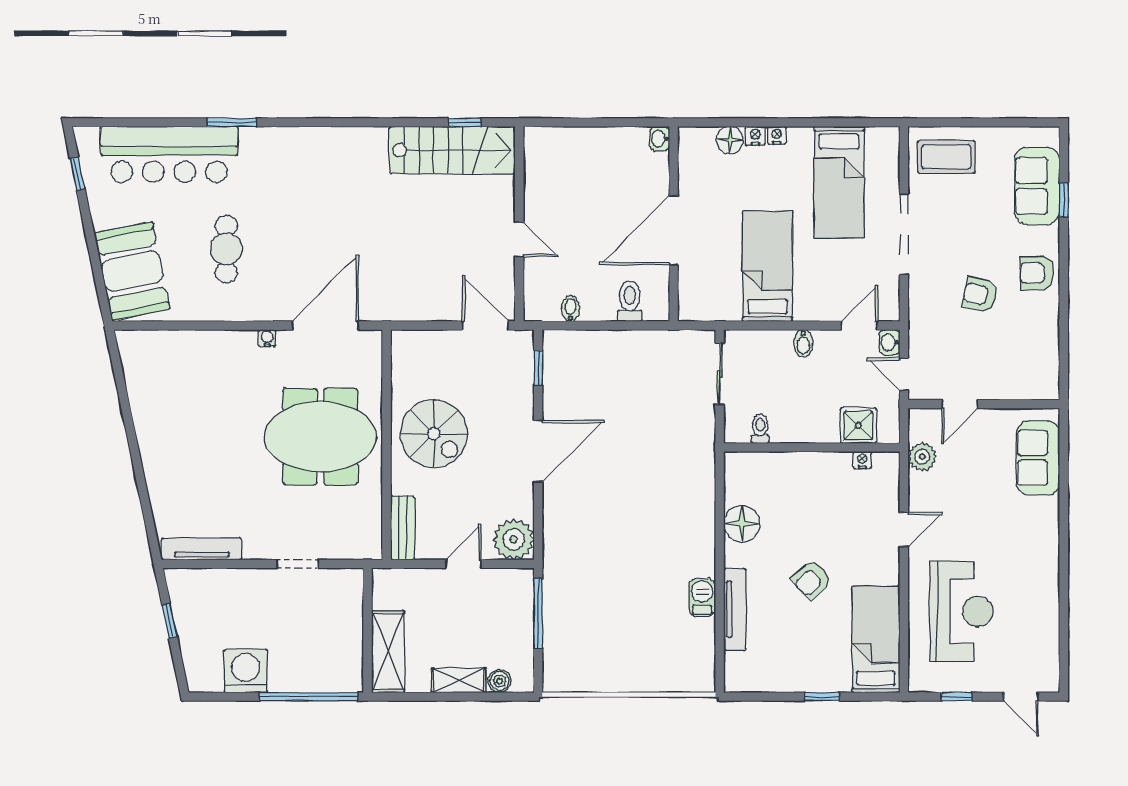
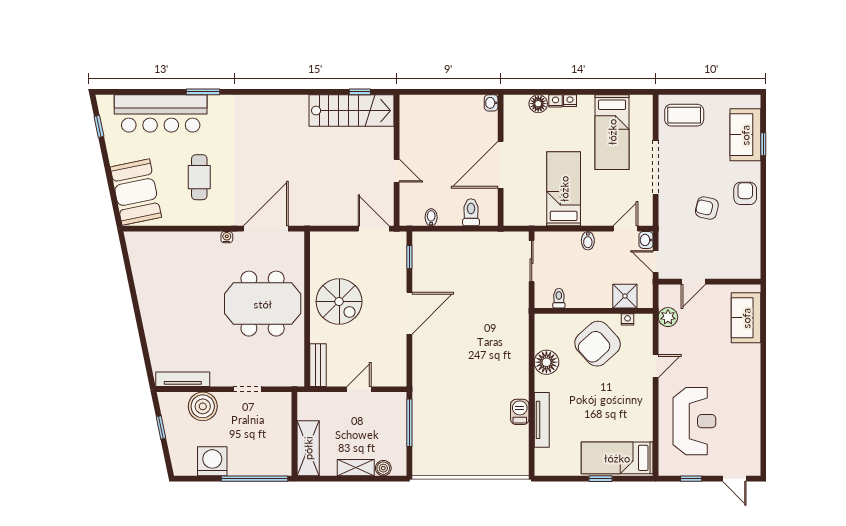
armchair: (1037, 273) -> (745, 193), turned 90
plant: (514, 539) -> (393, 373), removed
armchair: (812, 580) -> (598, 344), moved, width x1.88, depth x1.88
boiler: (231, 589) -> (203, 406), added
bed: (876, 640) -> (617, 458), moved, turned -90

